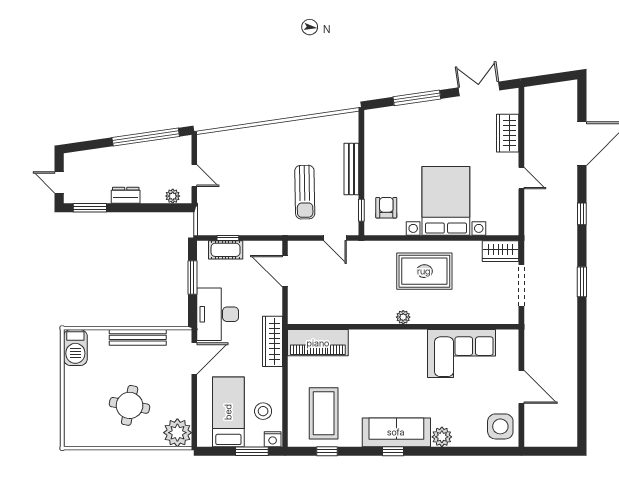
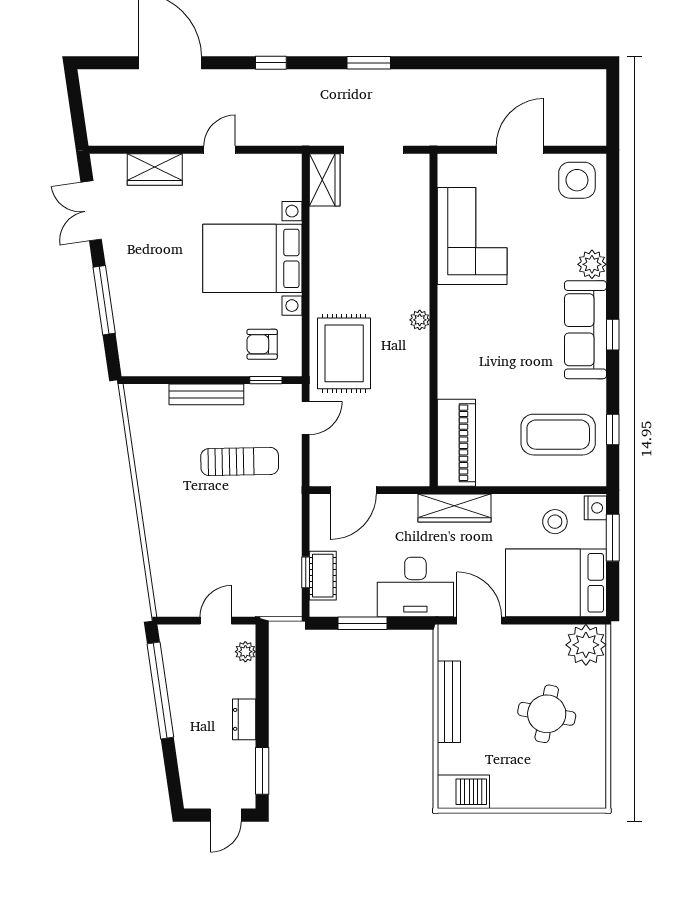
rug: (424, 271) -> (344, 353), moved
bed: (228, 412) -> (556, 583), width x1.50

